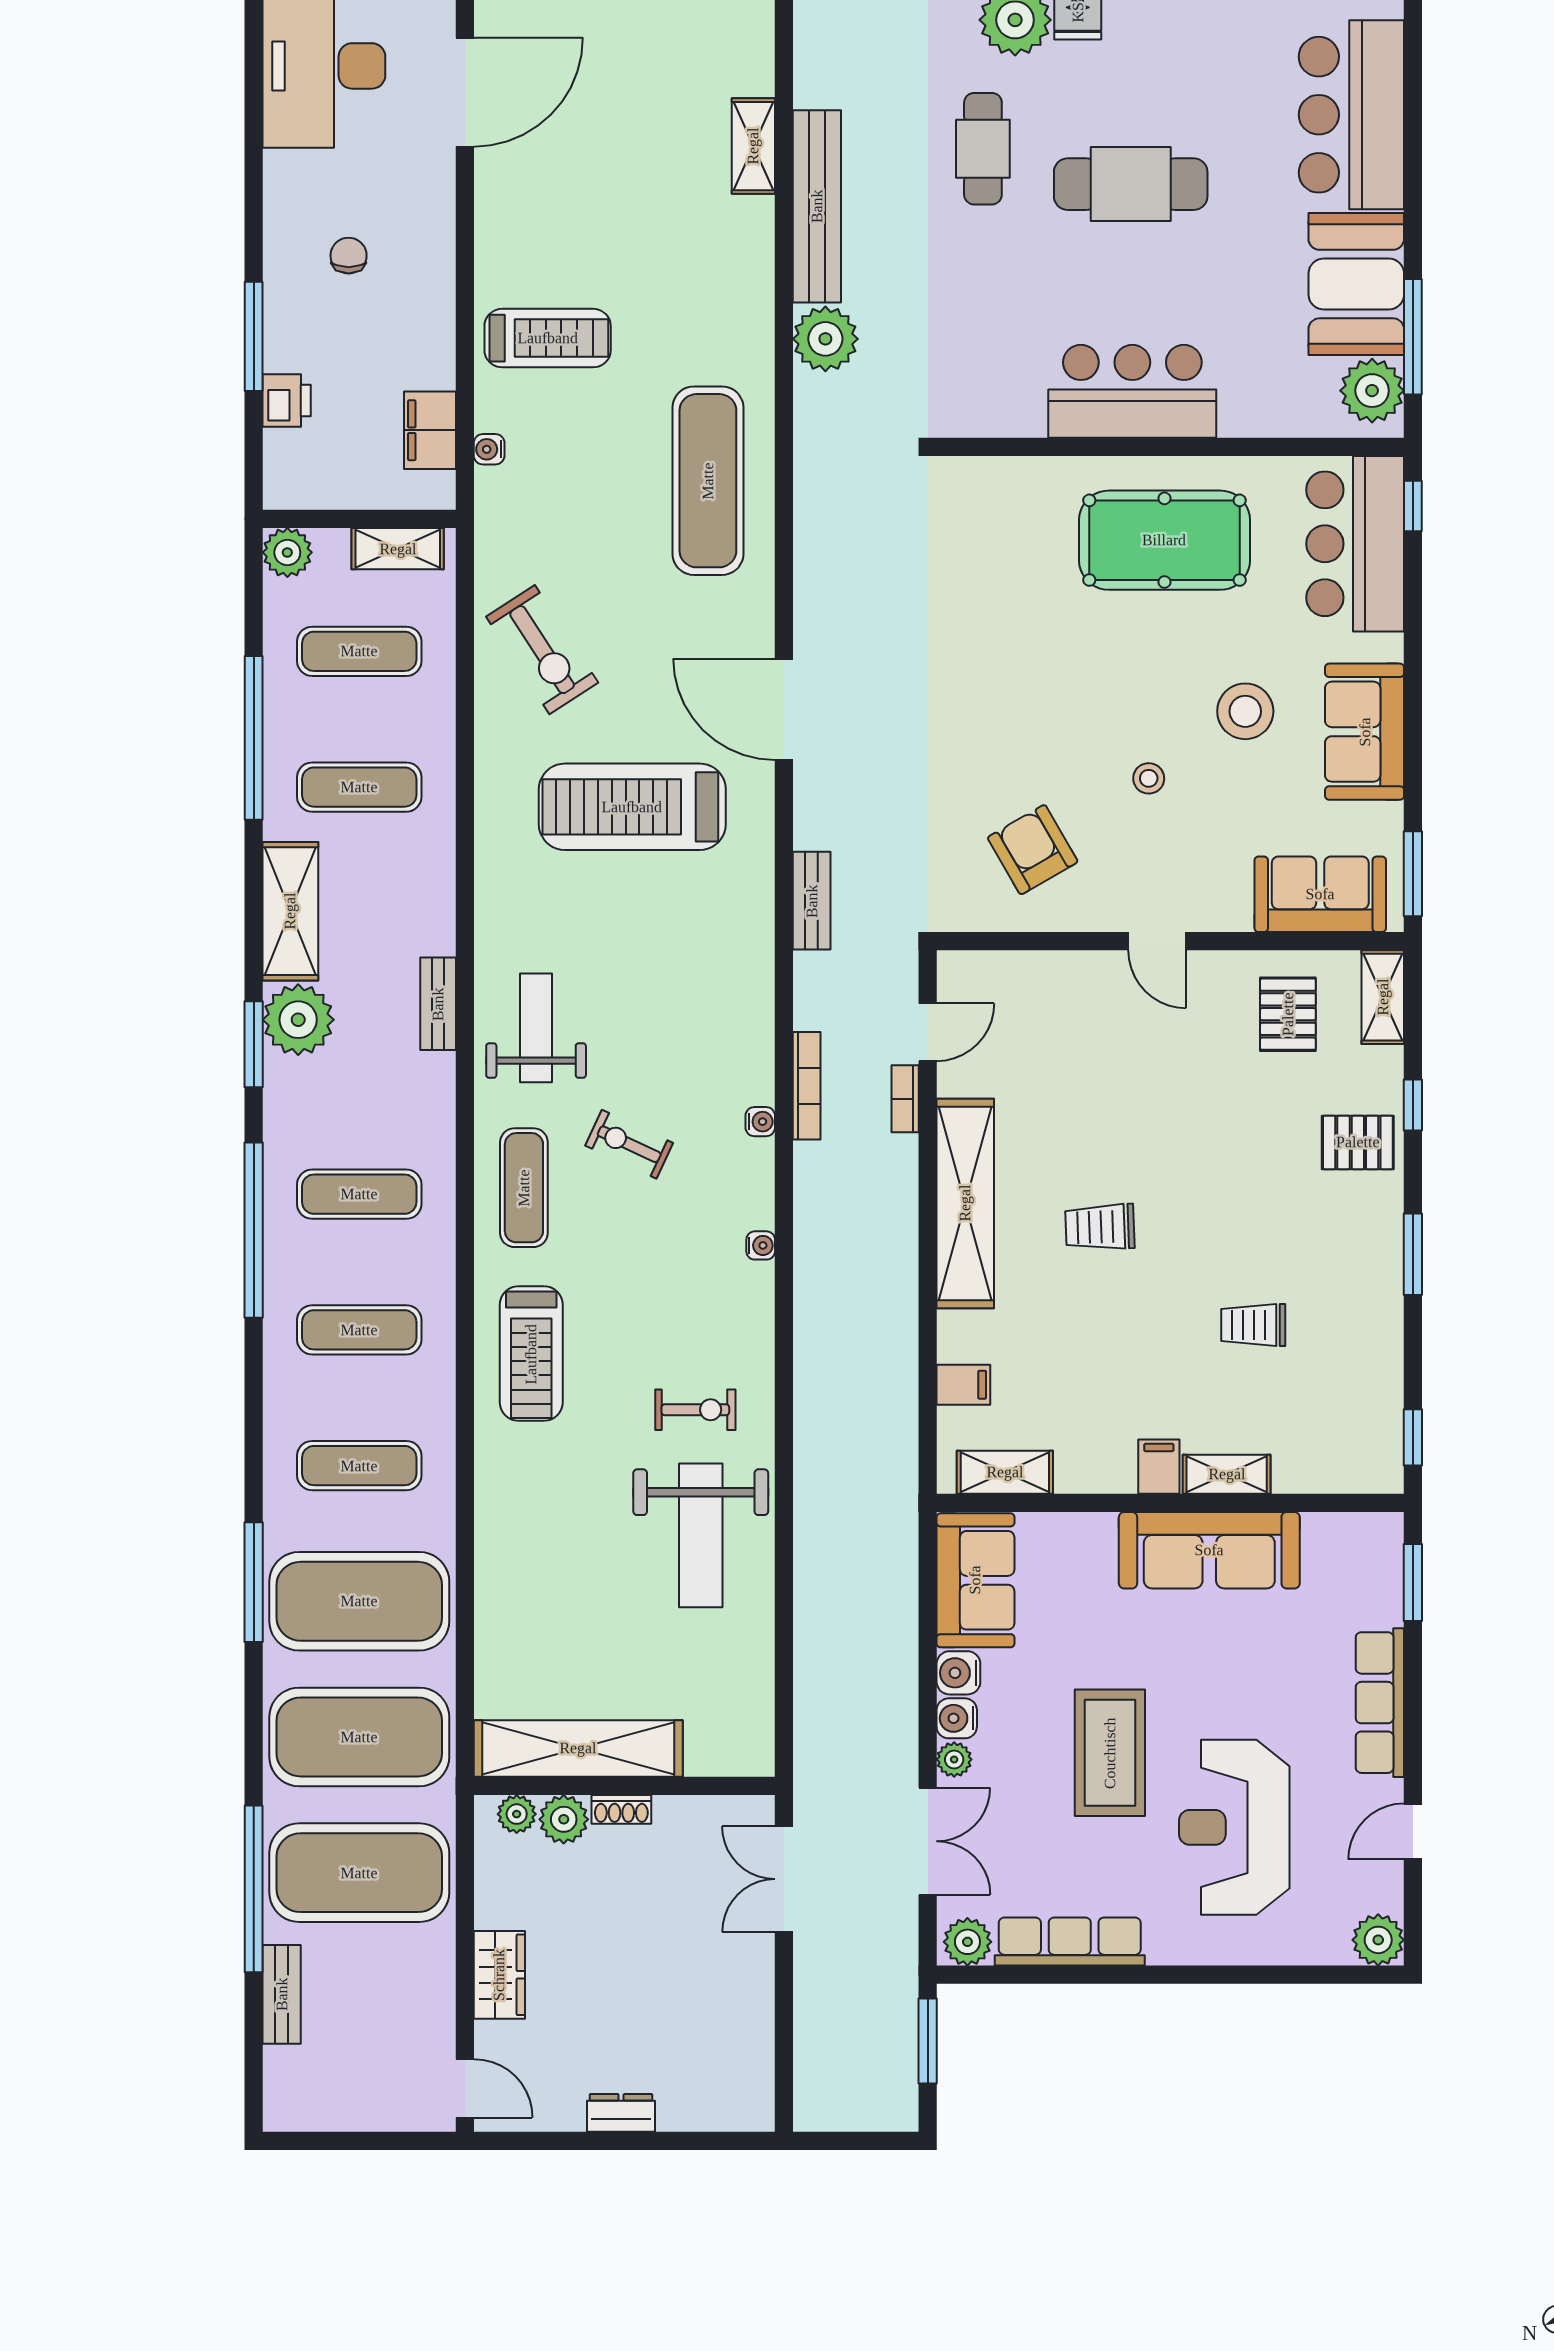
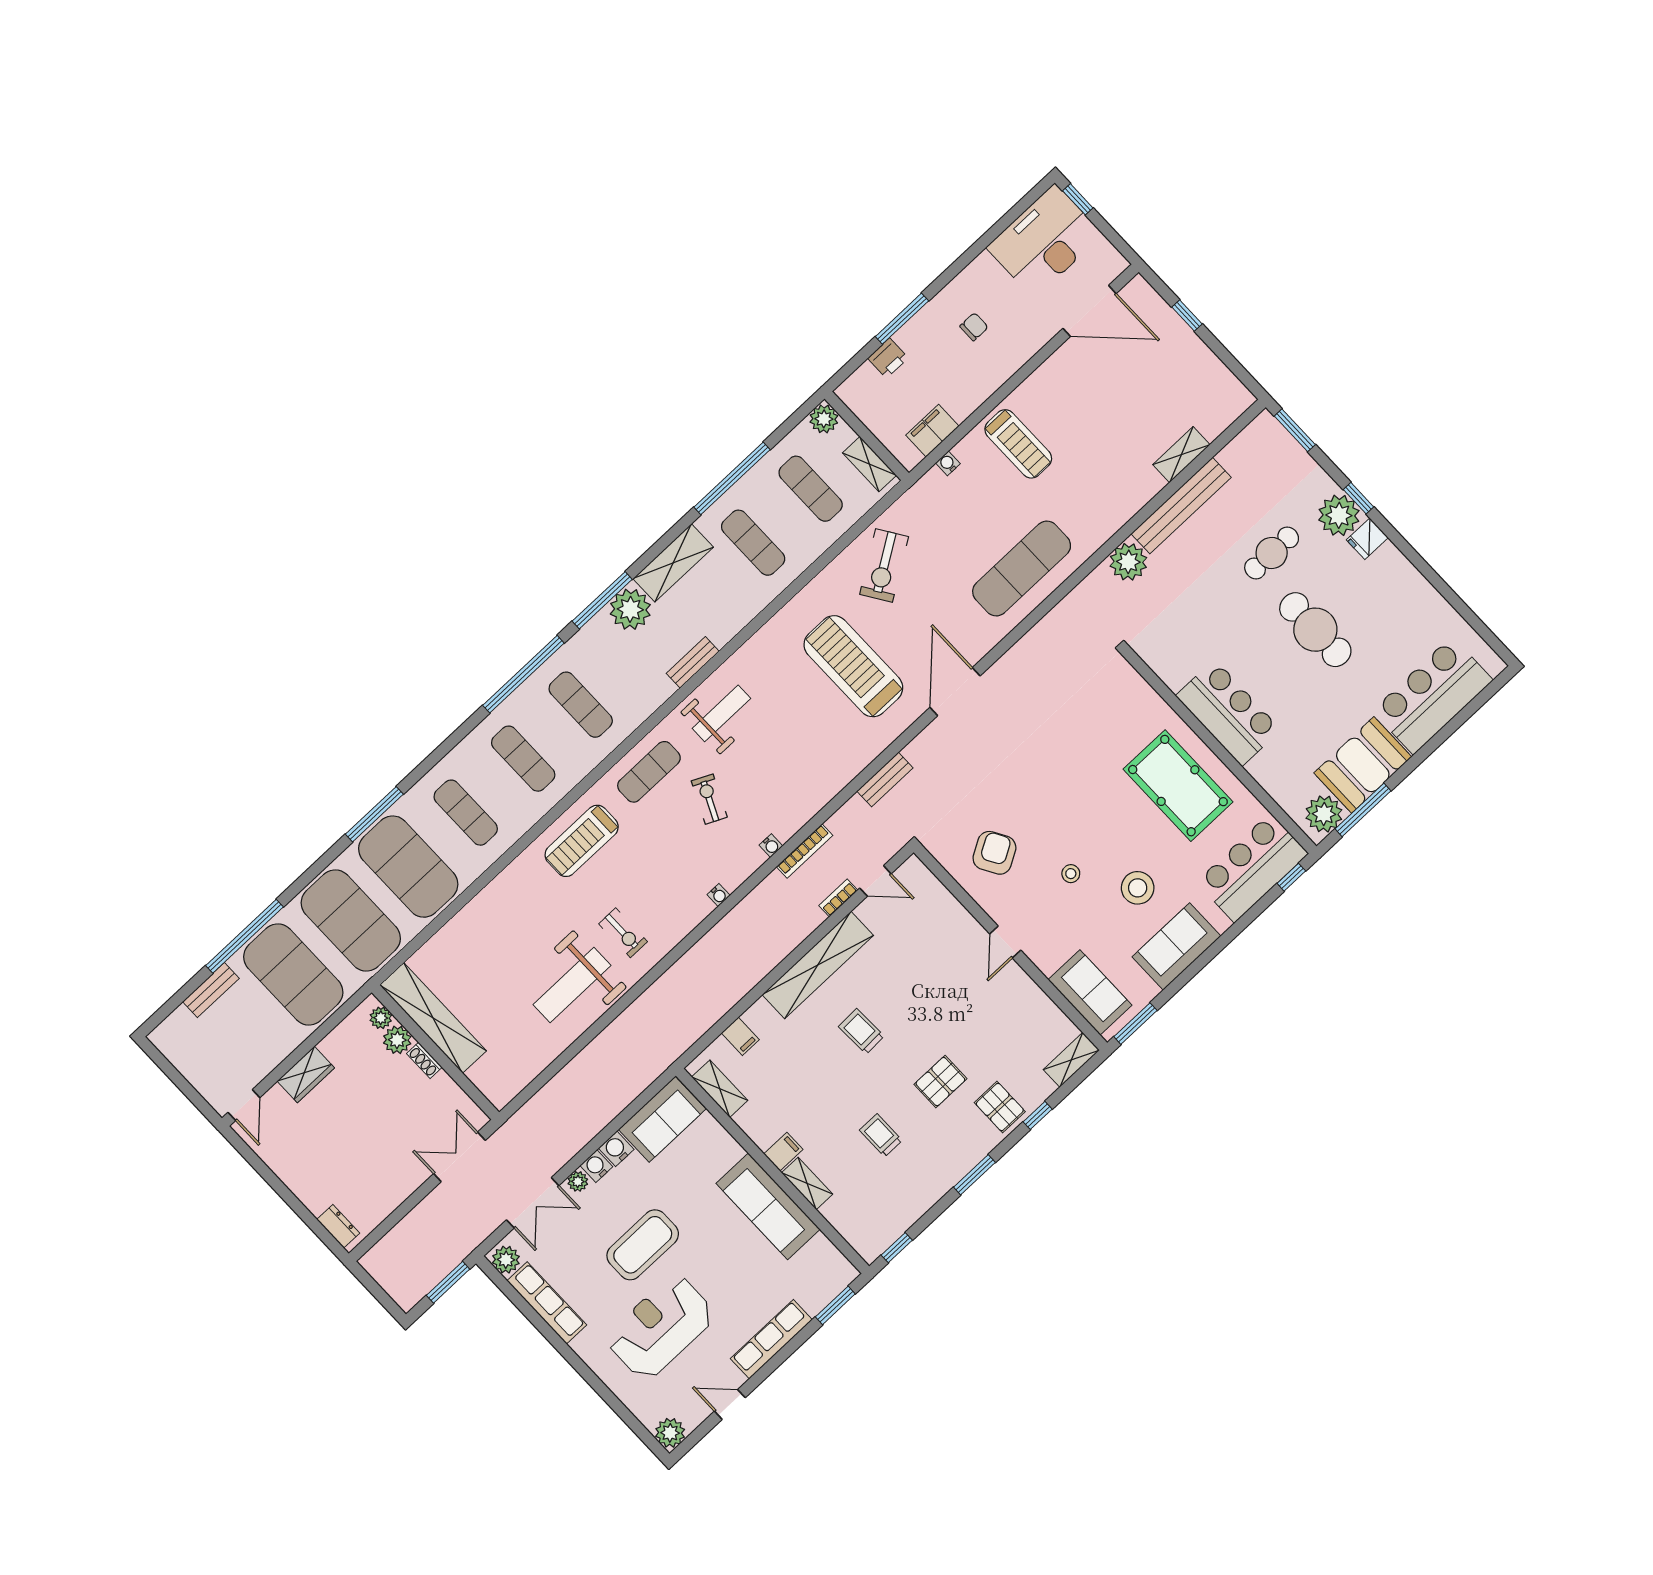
pallet: (1288, 1014) -> (940, 1082), moved
window: (254, 1044) -> (602, 600), width x1.44
dresser: (621, 2113) -> (338, 1226), moved

